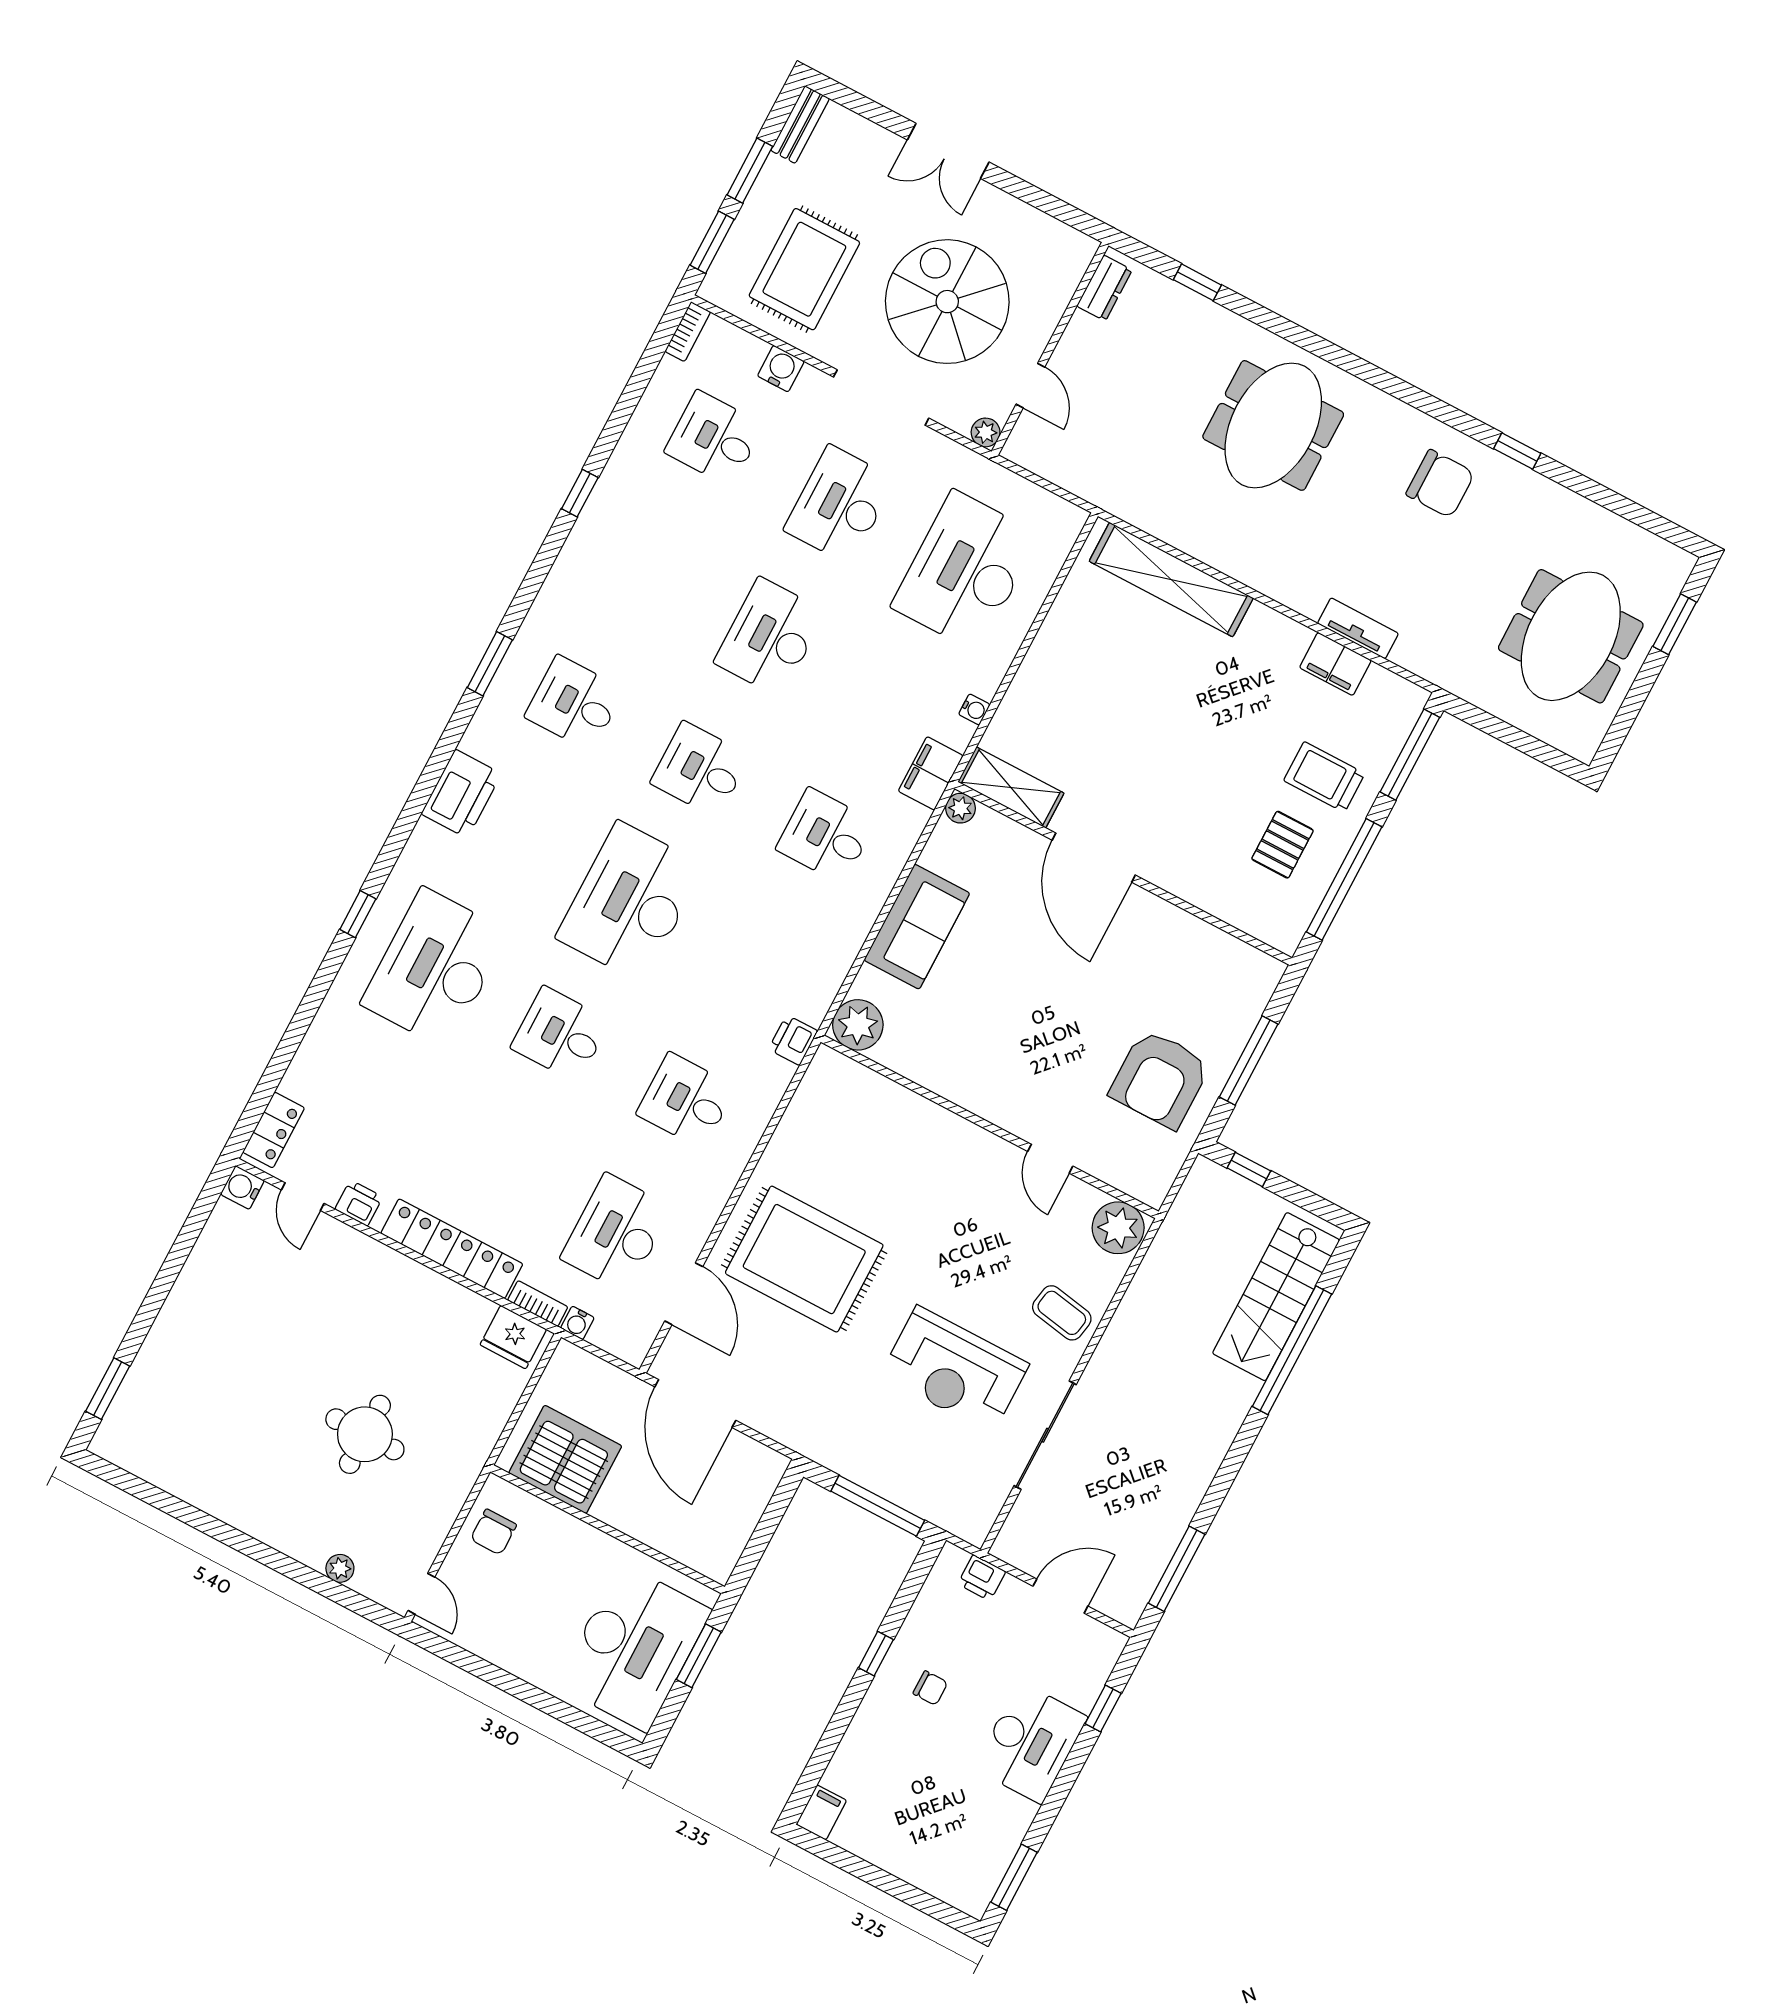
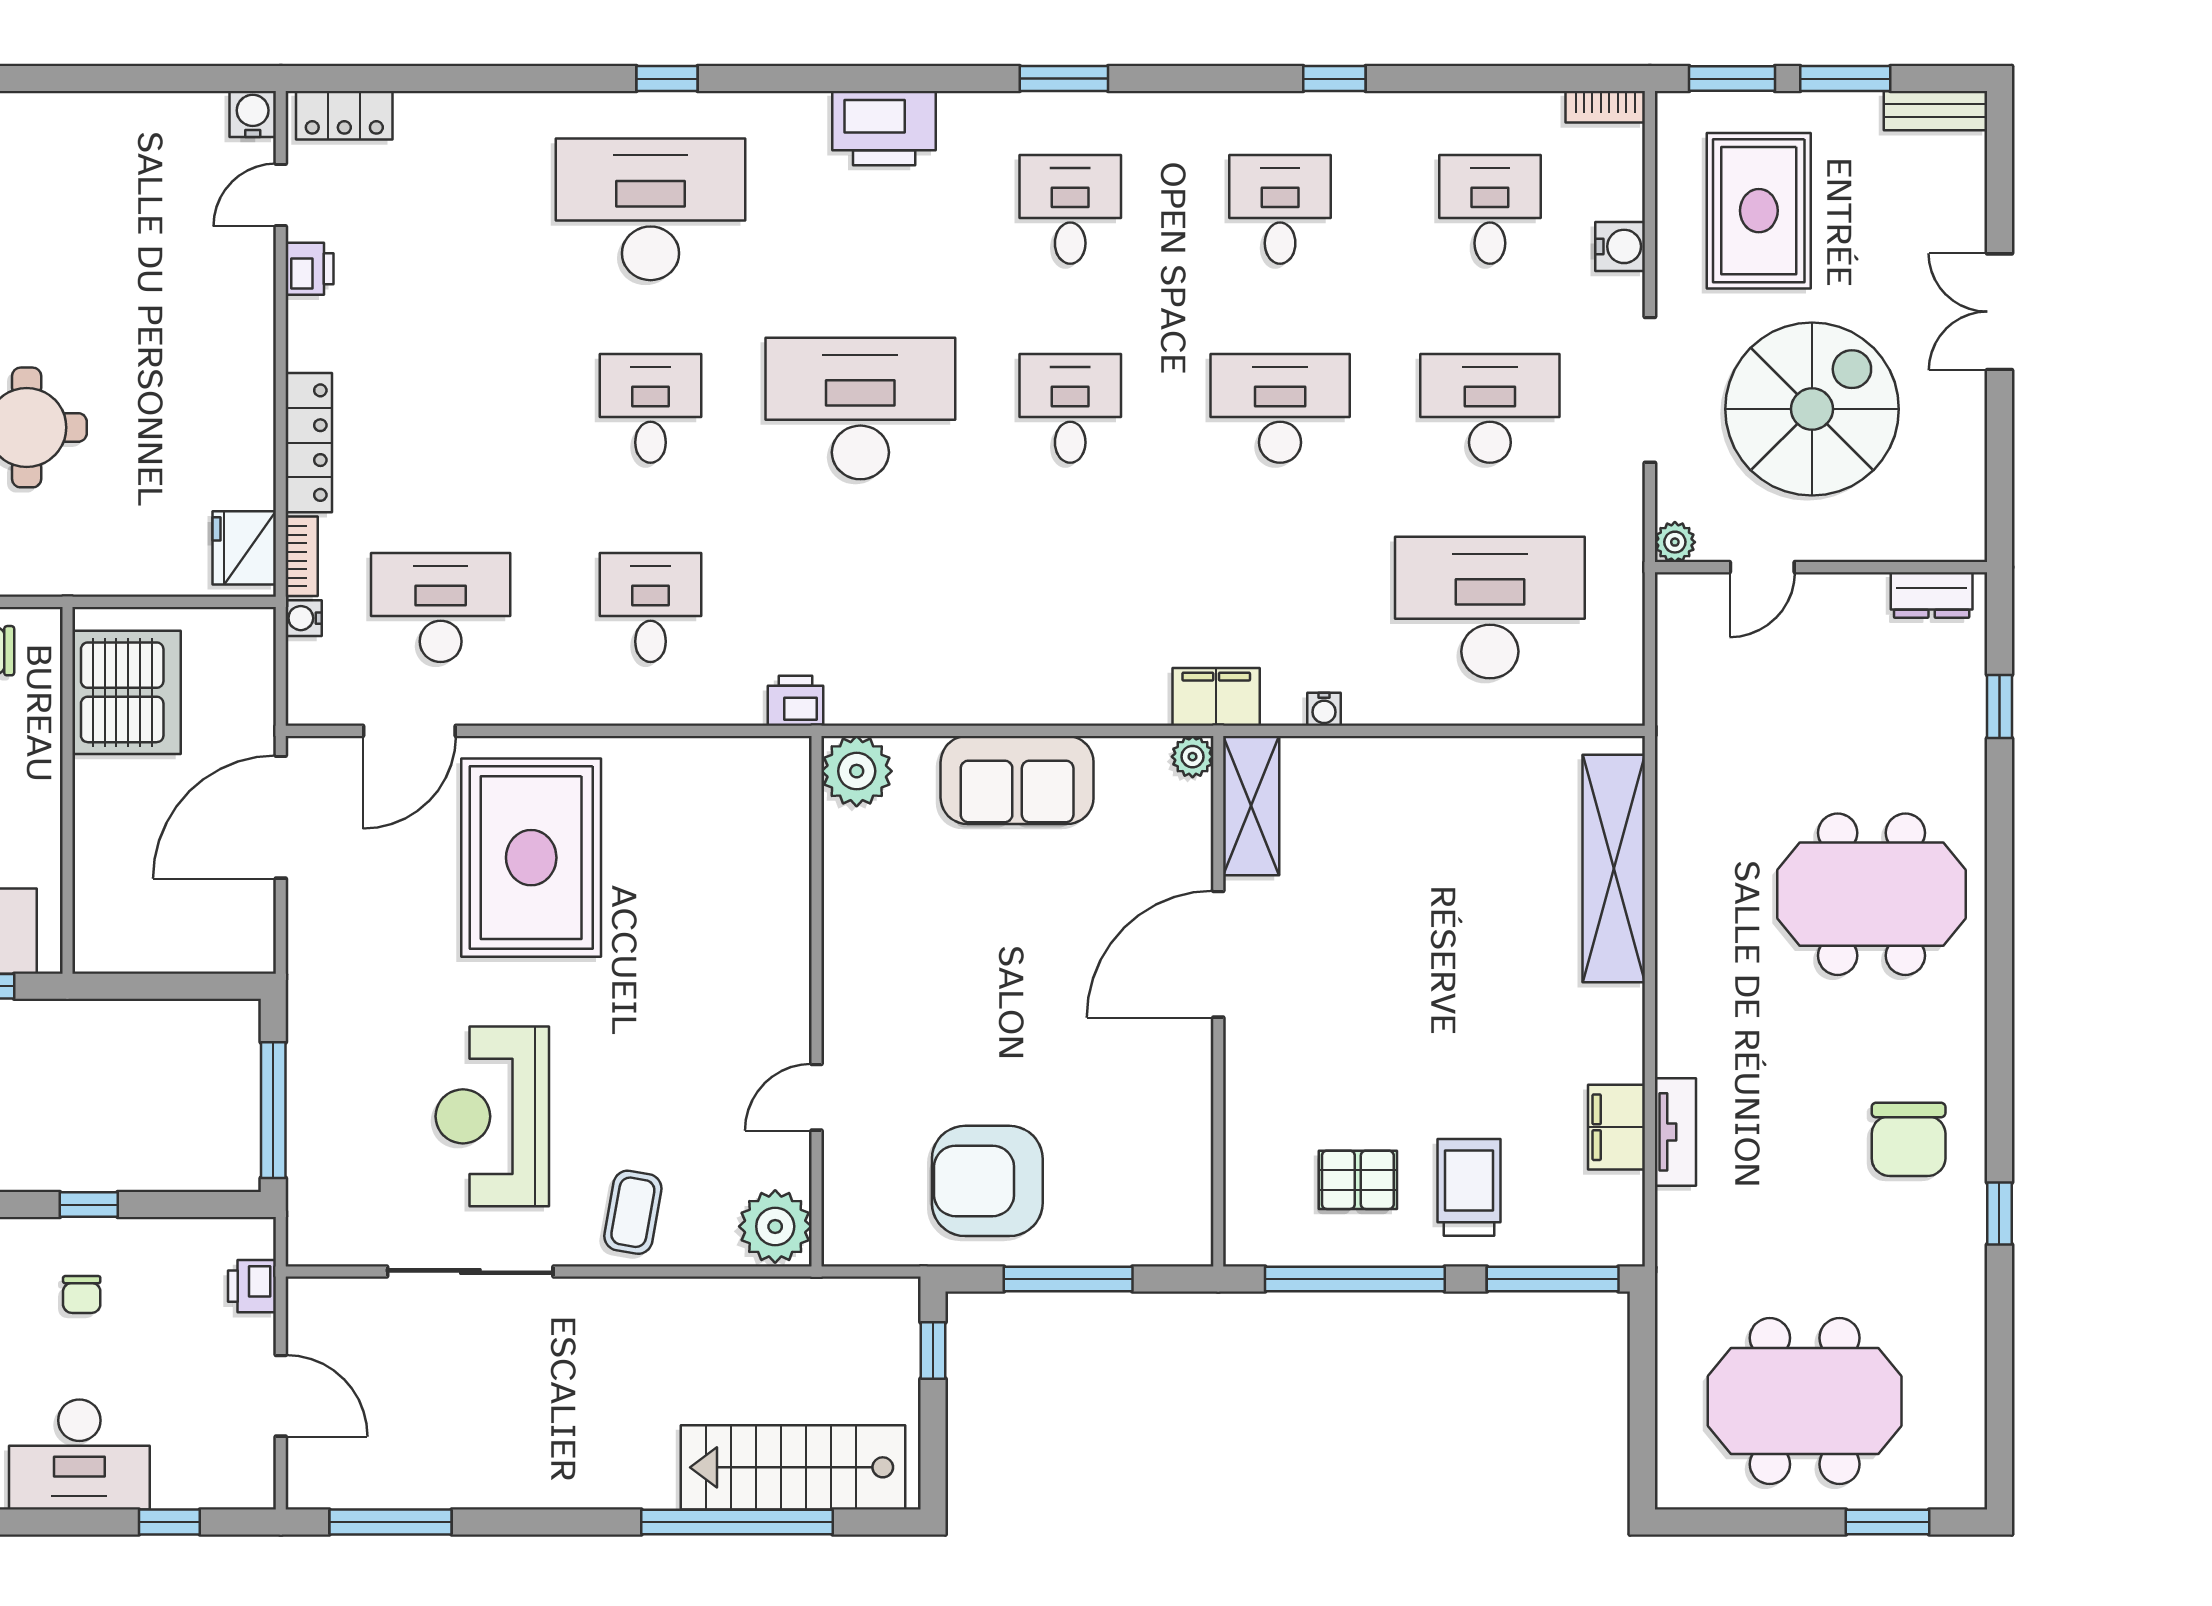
rug: (804, 269) -> (1759, 211), turned 90
desk: (826, 836) -> (1280, 209), moved
locker: (452, 1249) -> (309, 443), width x0.71, depth x0.83

